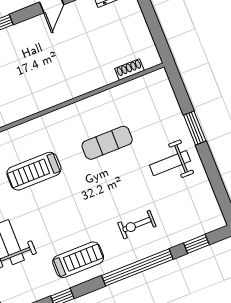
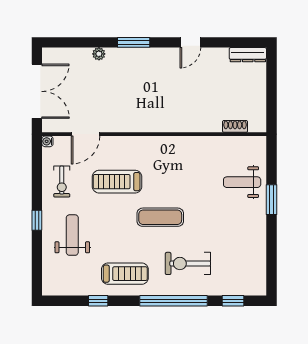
exercise mat: (107, 143) -> (160, 217), moved
weight bench: (170, 163) -> (242, 182), moved
exercise bike: (137, 225) -> (188, 263), width x1.38, depth x1.39

